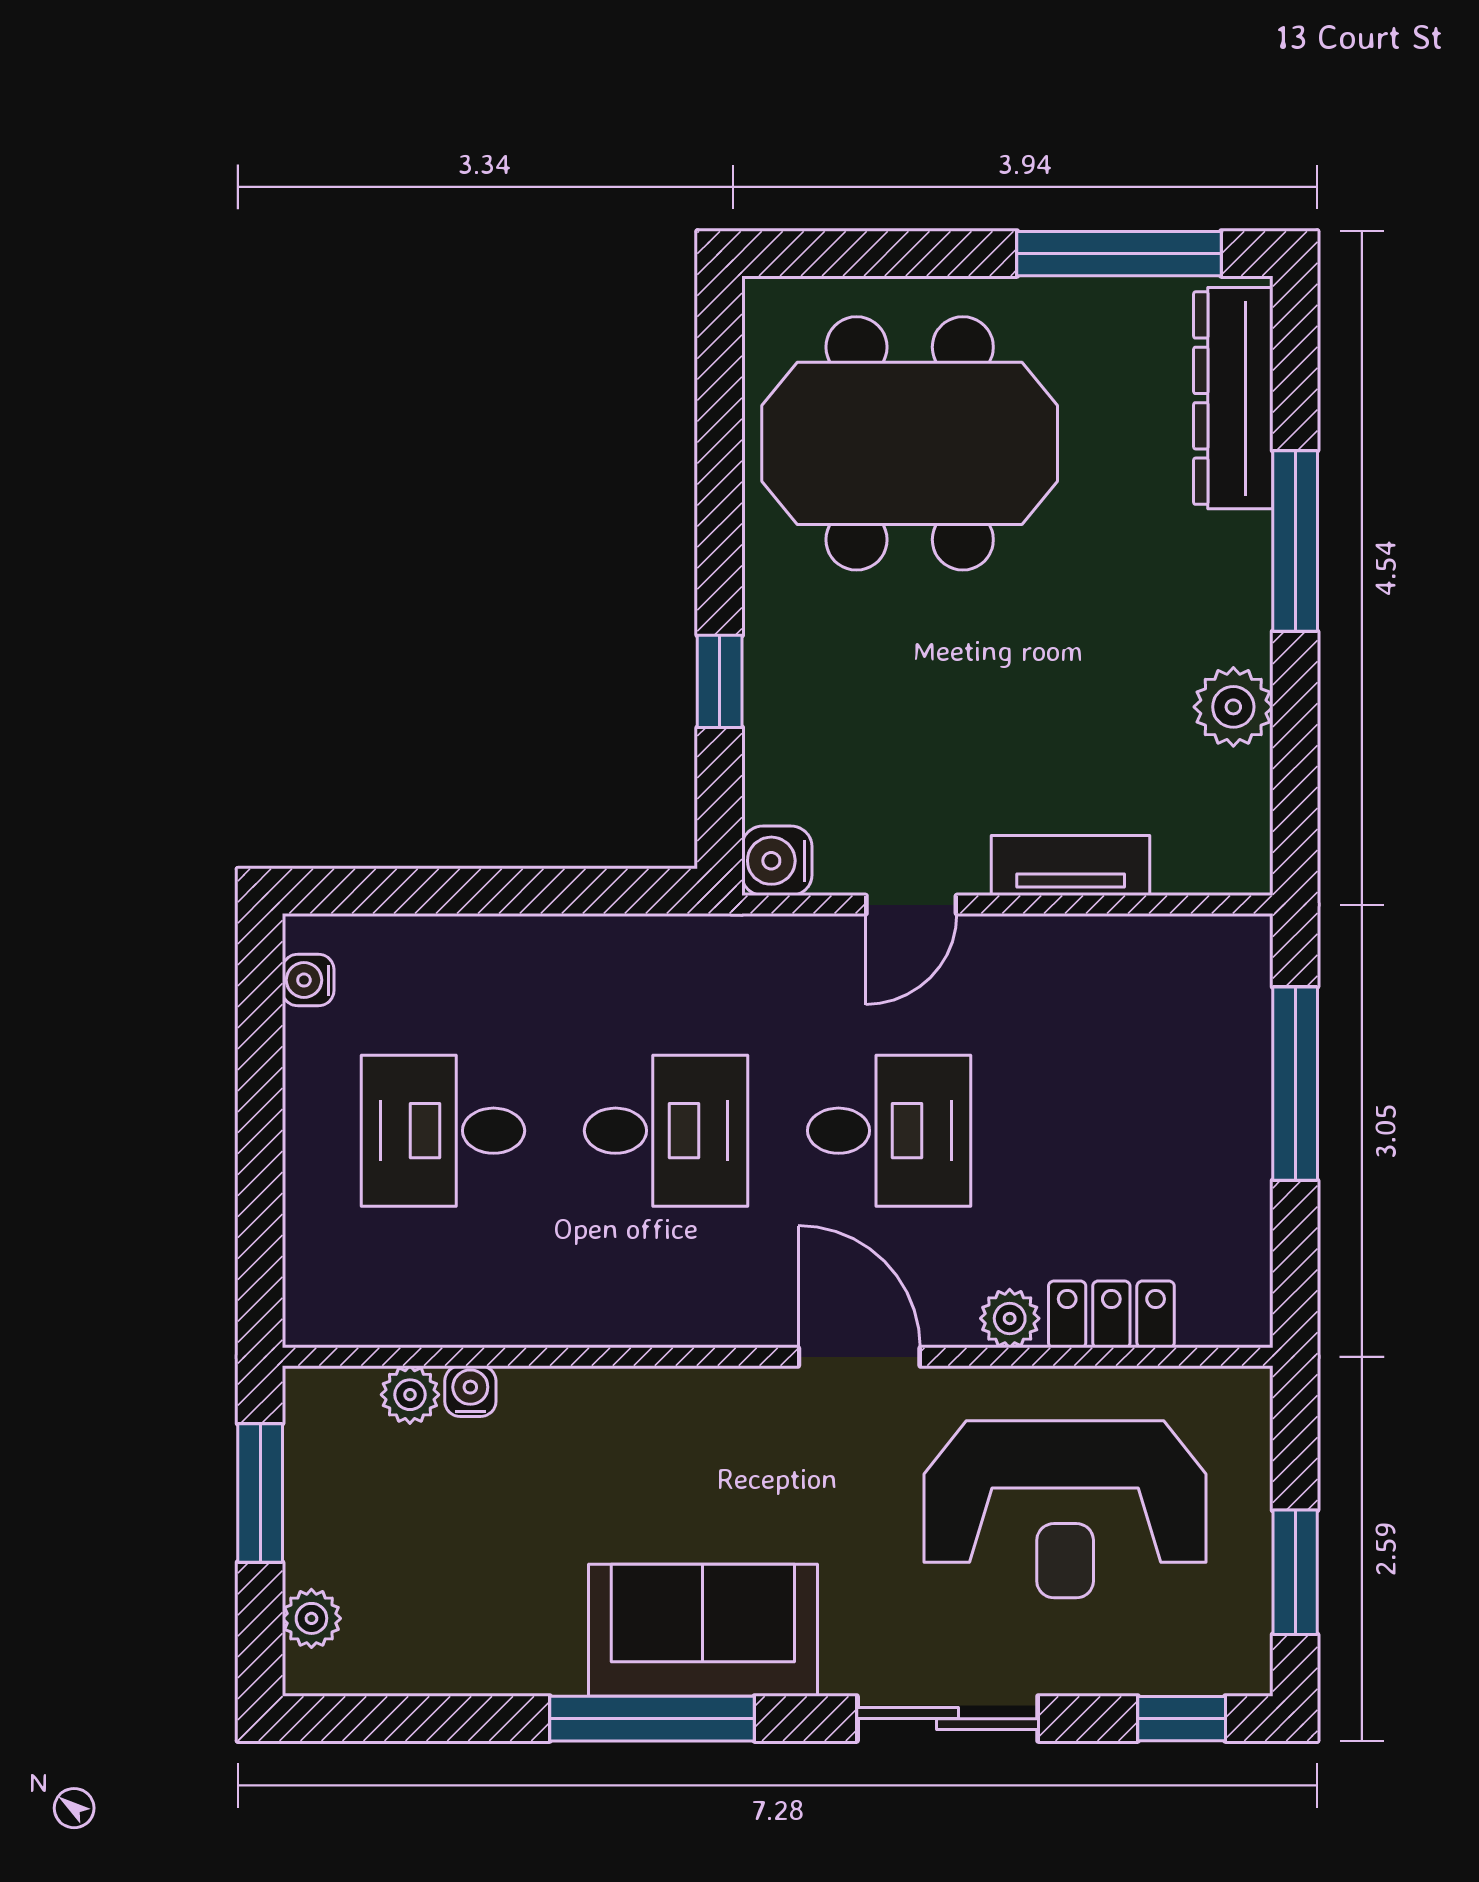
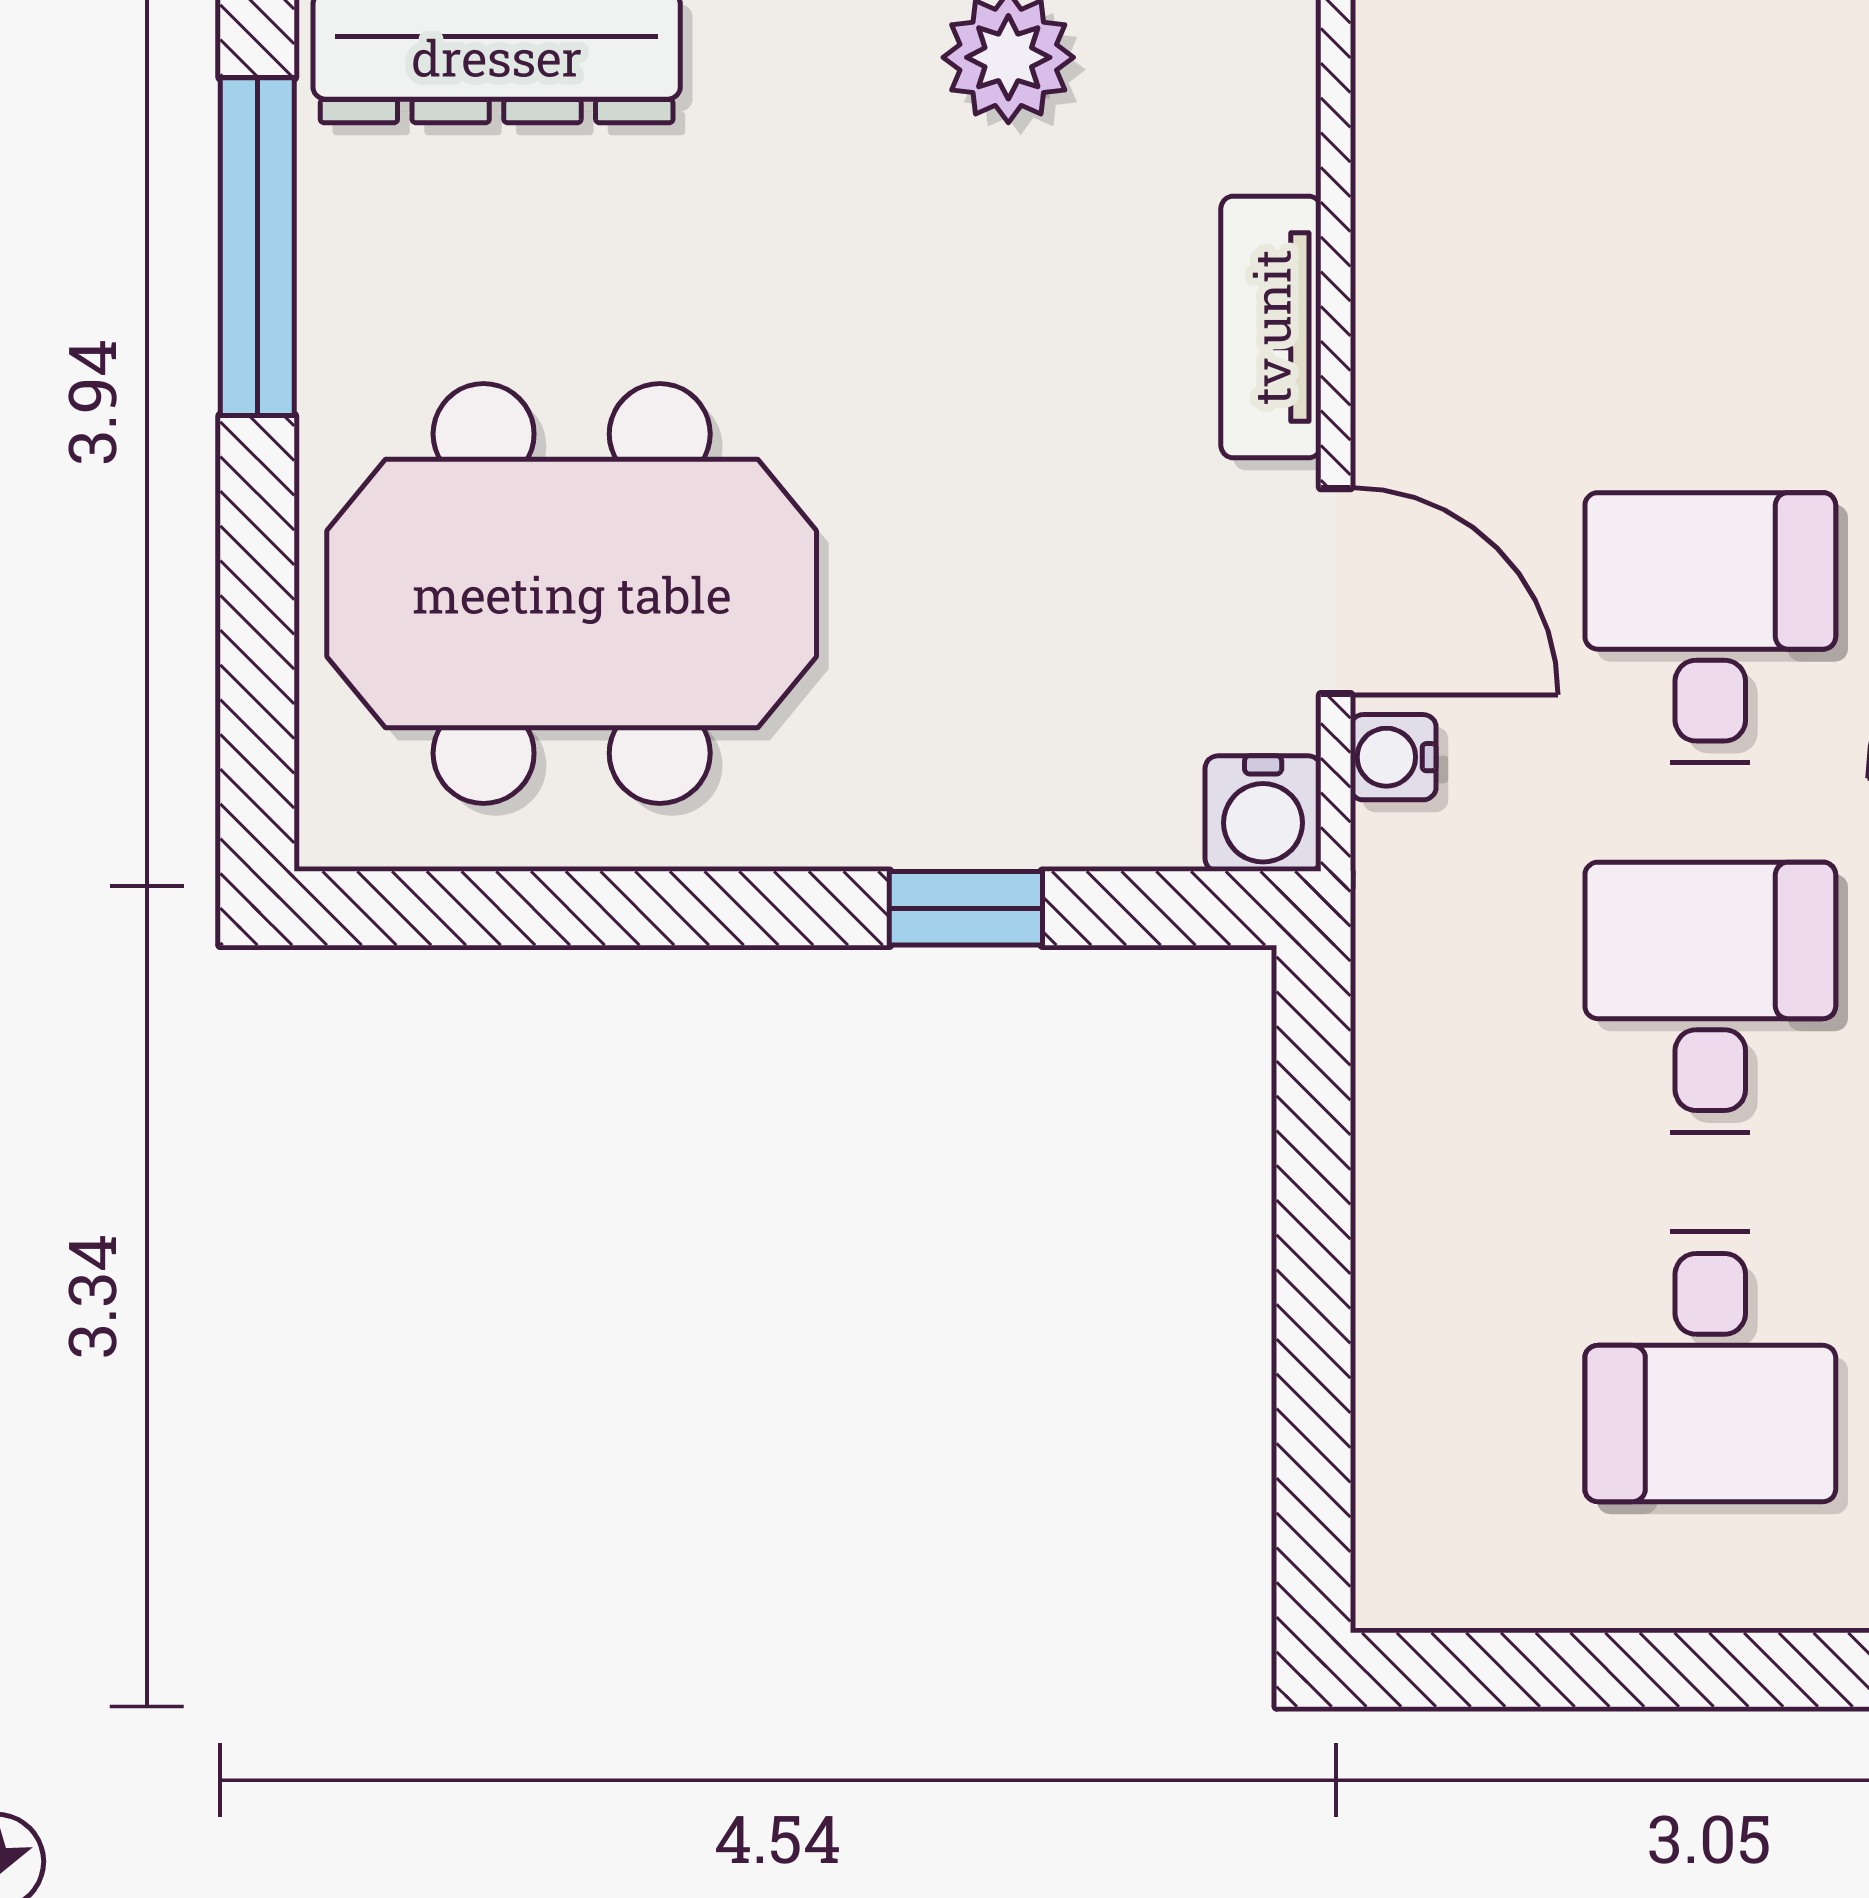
meeting table: (910, 443) -> (572, 594), turned 90
door: (911, 905) -> (1336, 591), width x1.38
water cooler: (308, 980) -> (1393, 757), moved, turned 90

